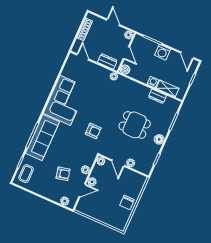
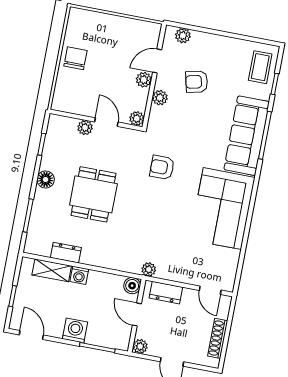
dining table: (135, 125) -> (93, 194), turned 90

